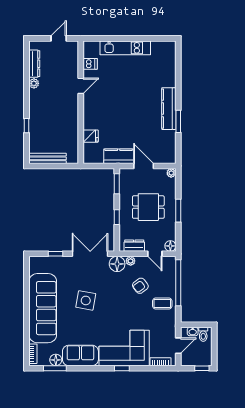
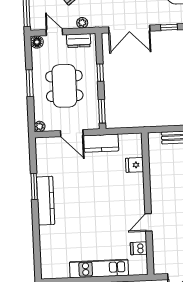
dining table: (148, 207) -> (64, 86), width x1.38
floor lamp: (117, 264) -> (97, 19), removed

